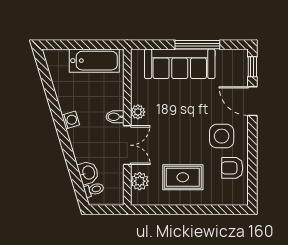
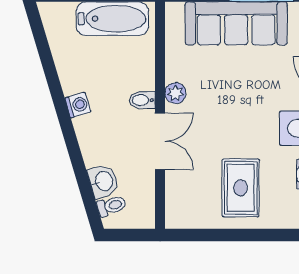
rug: (183, 177) -> (241, 188), turned 90
plant: (140, 181) -> (178, 194), removed

